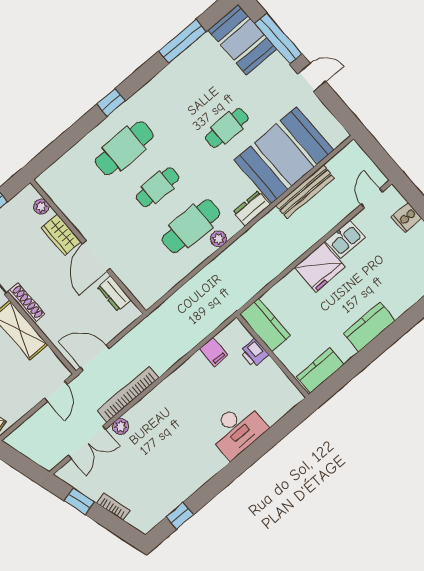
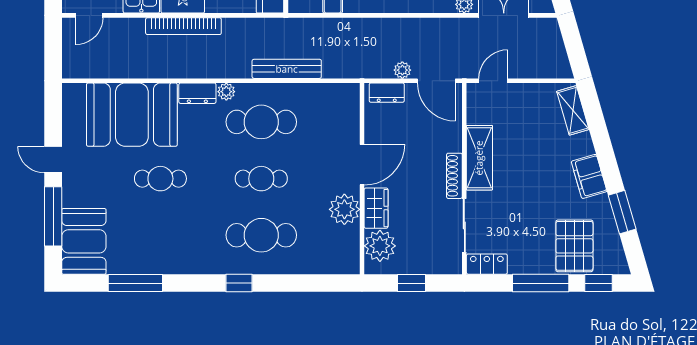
bench: (305, 192) -> (287, 69), moved
plant: (41, 207) -> (380, 246), width x1.87, depth x1.87
plant: (82, 215) -> (344, 209), added
plant: (218, 239) -> (226, 92), moved
dresser: (114, 294) -> (387, 93), moved, turned 90
plant: (124, 345) -> (402, 70), added
bookcase: (128, 394) -> (183, 26), moved

